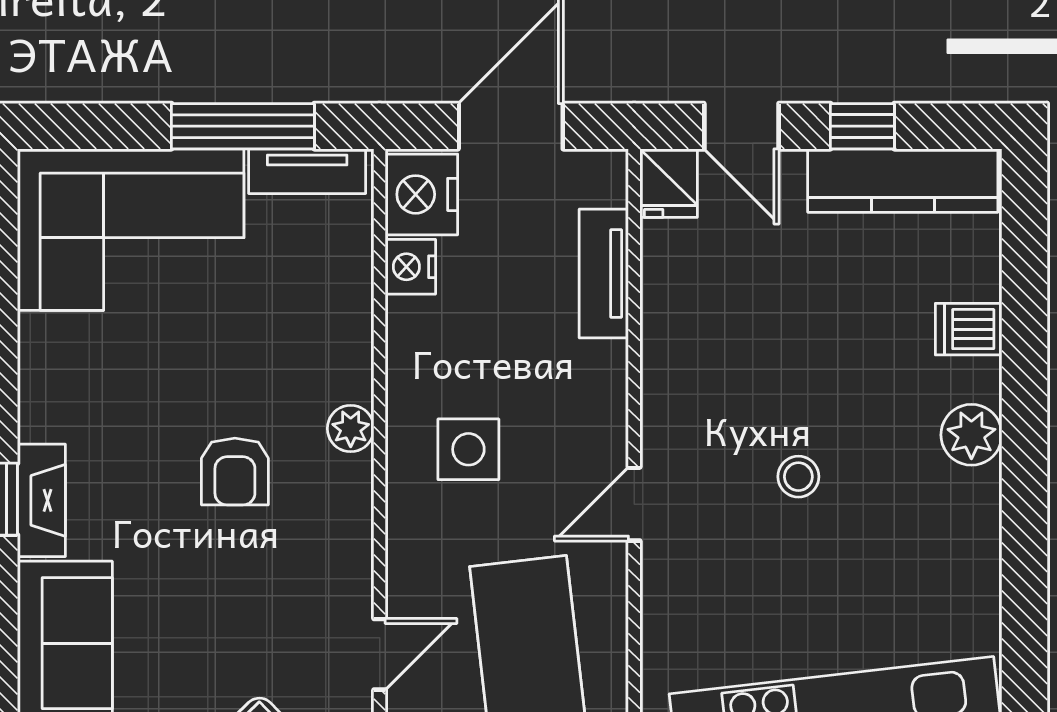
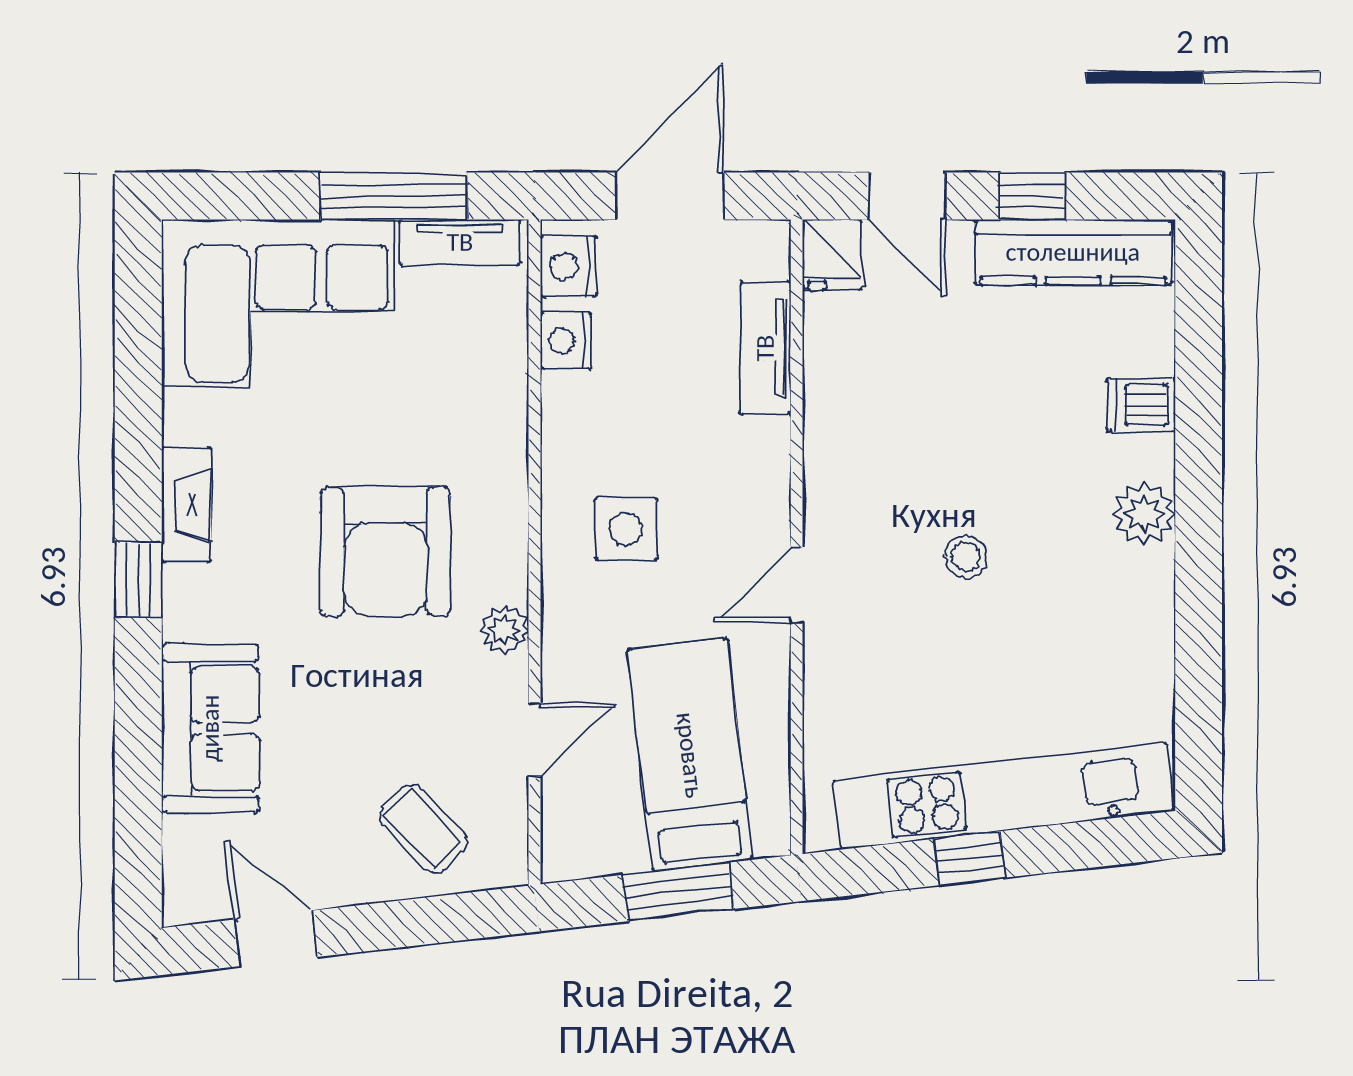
nightstand: (421, 194) -> (568, 266), width x0.74, depth x0.75
plant: (351, 429) -> (505, 630), moved
armchair: (235, 471) -> (386, 552), width x1.88, depth x1.88
fireplace: (41, 500) -> (186, 505), moved

